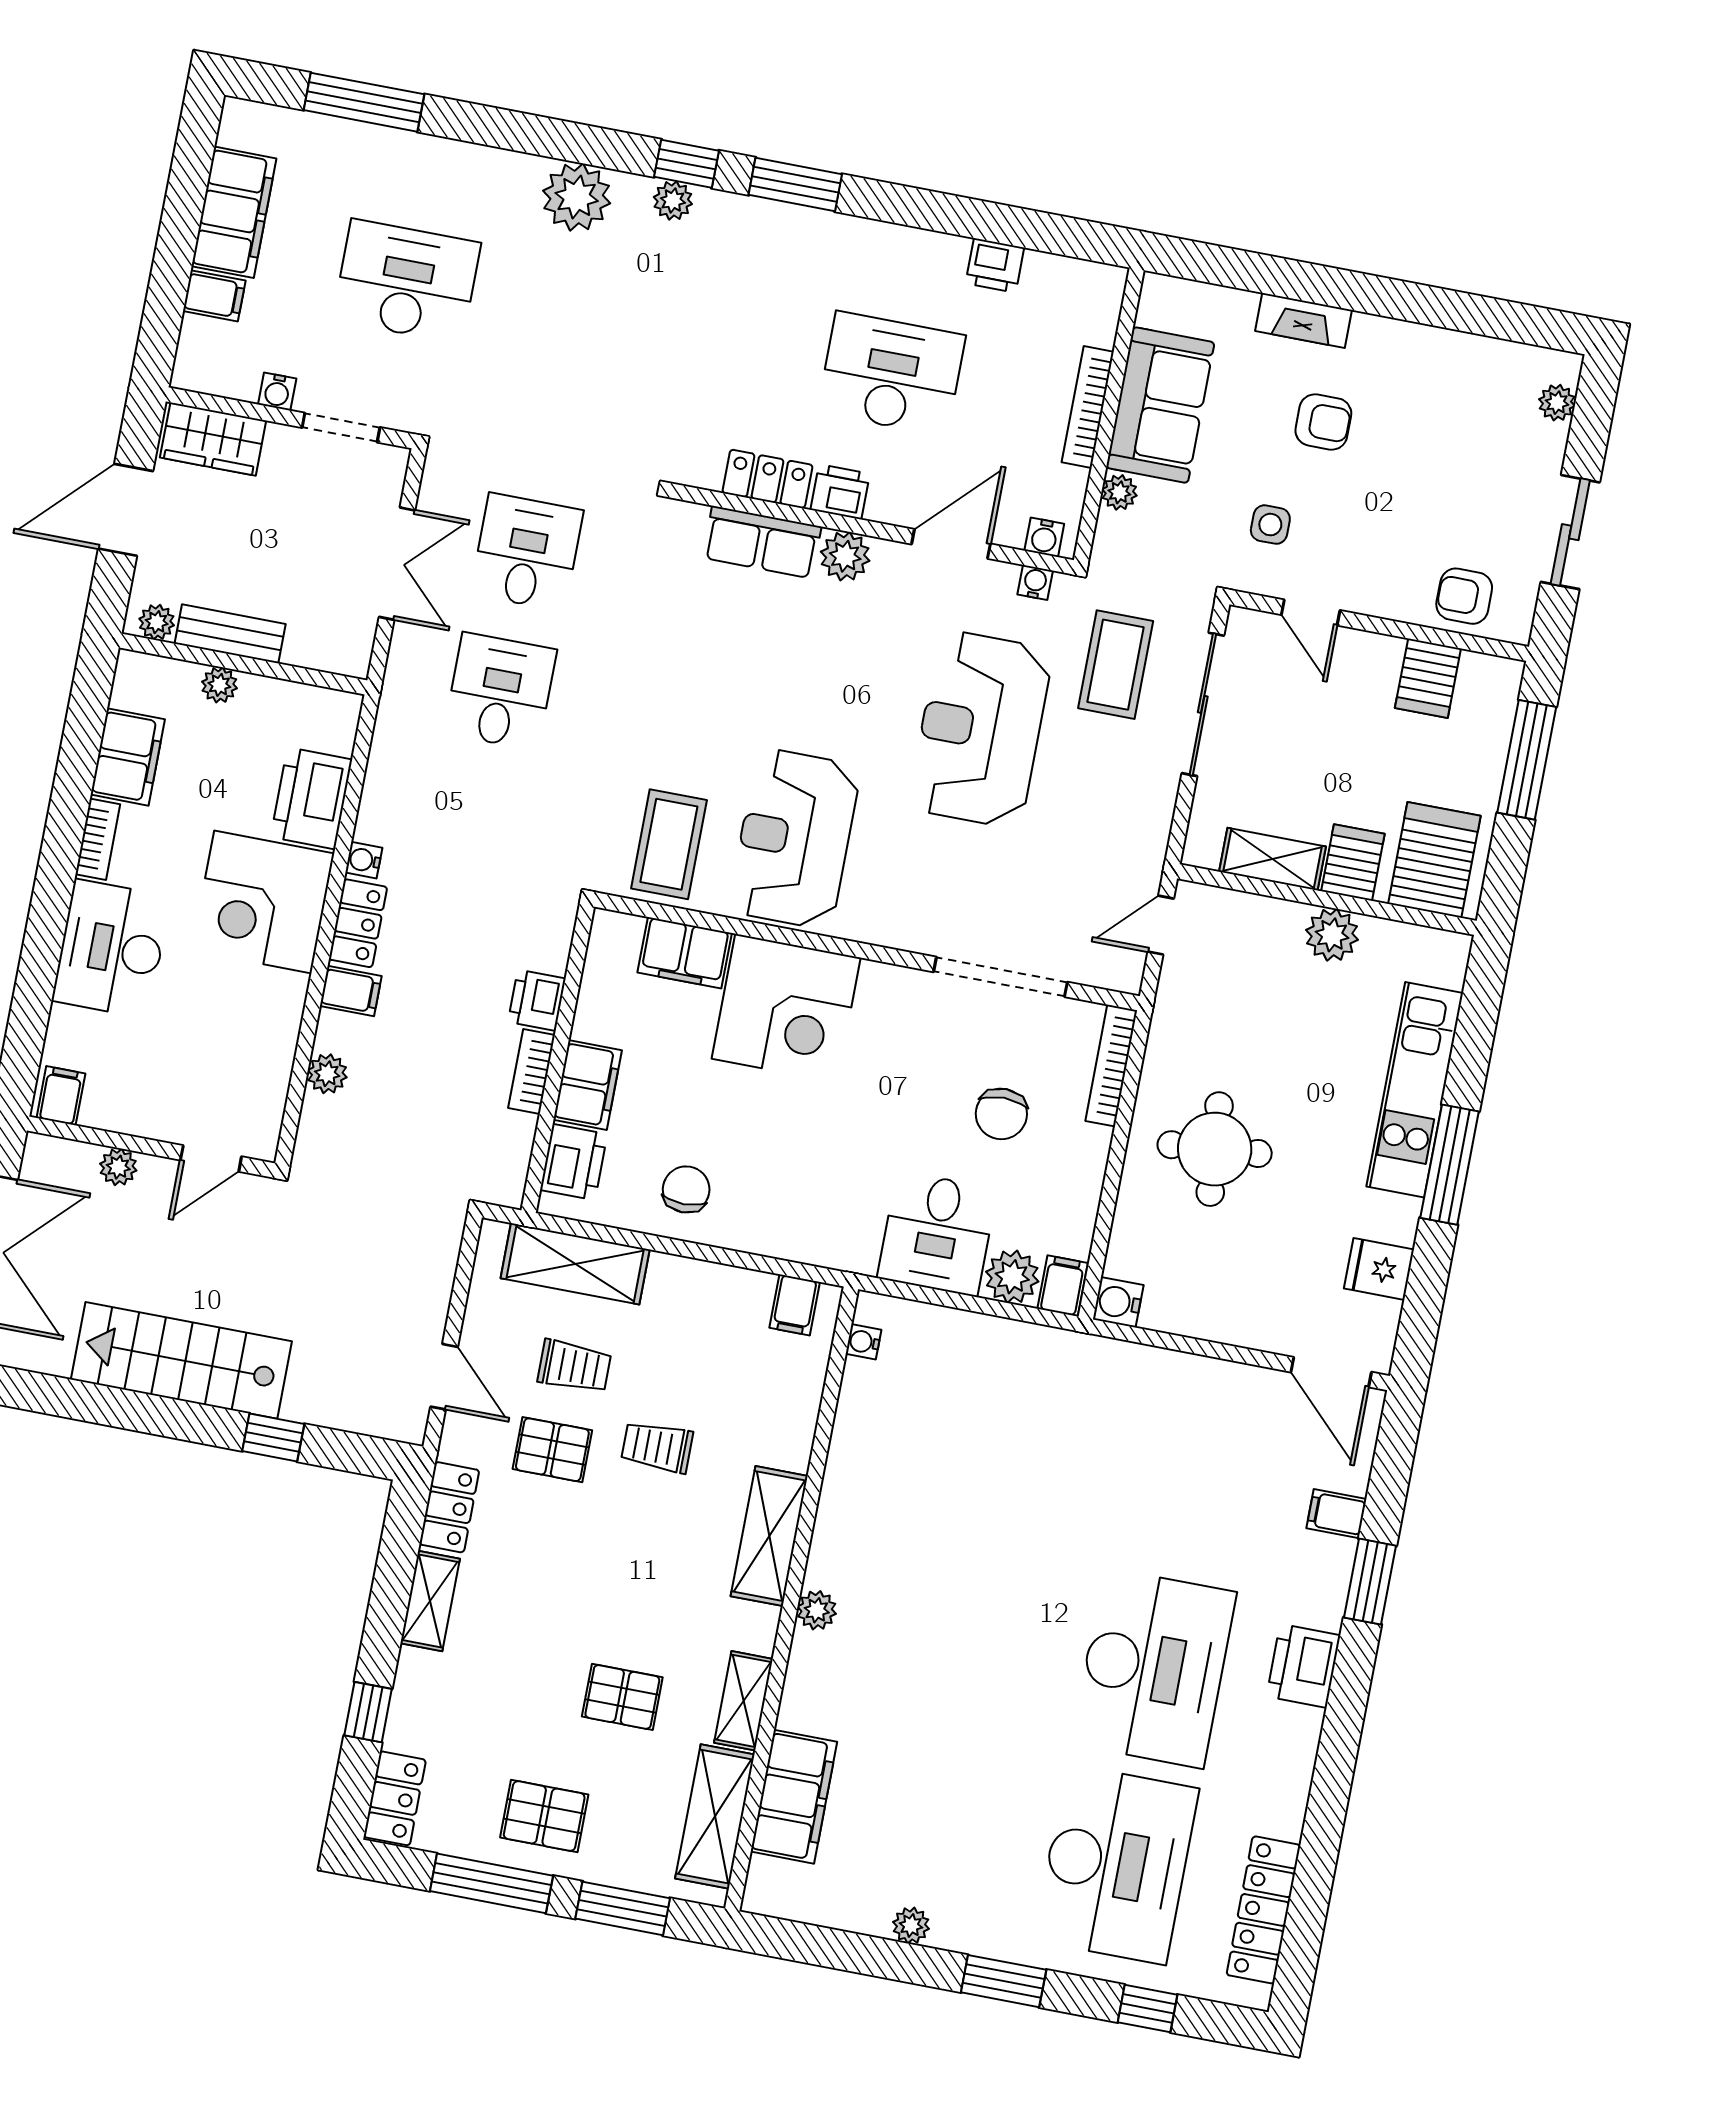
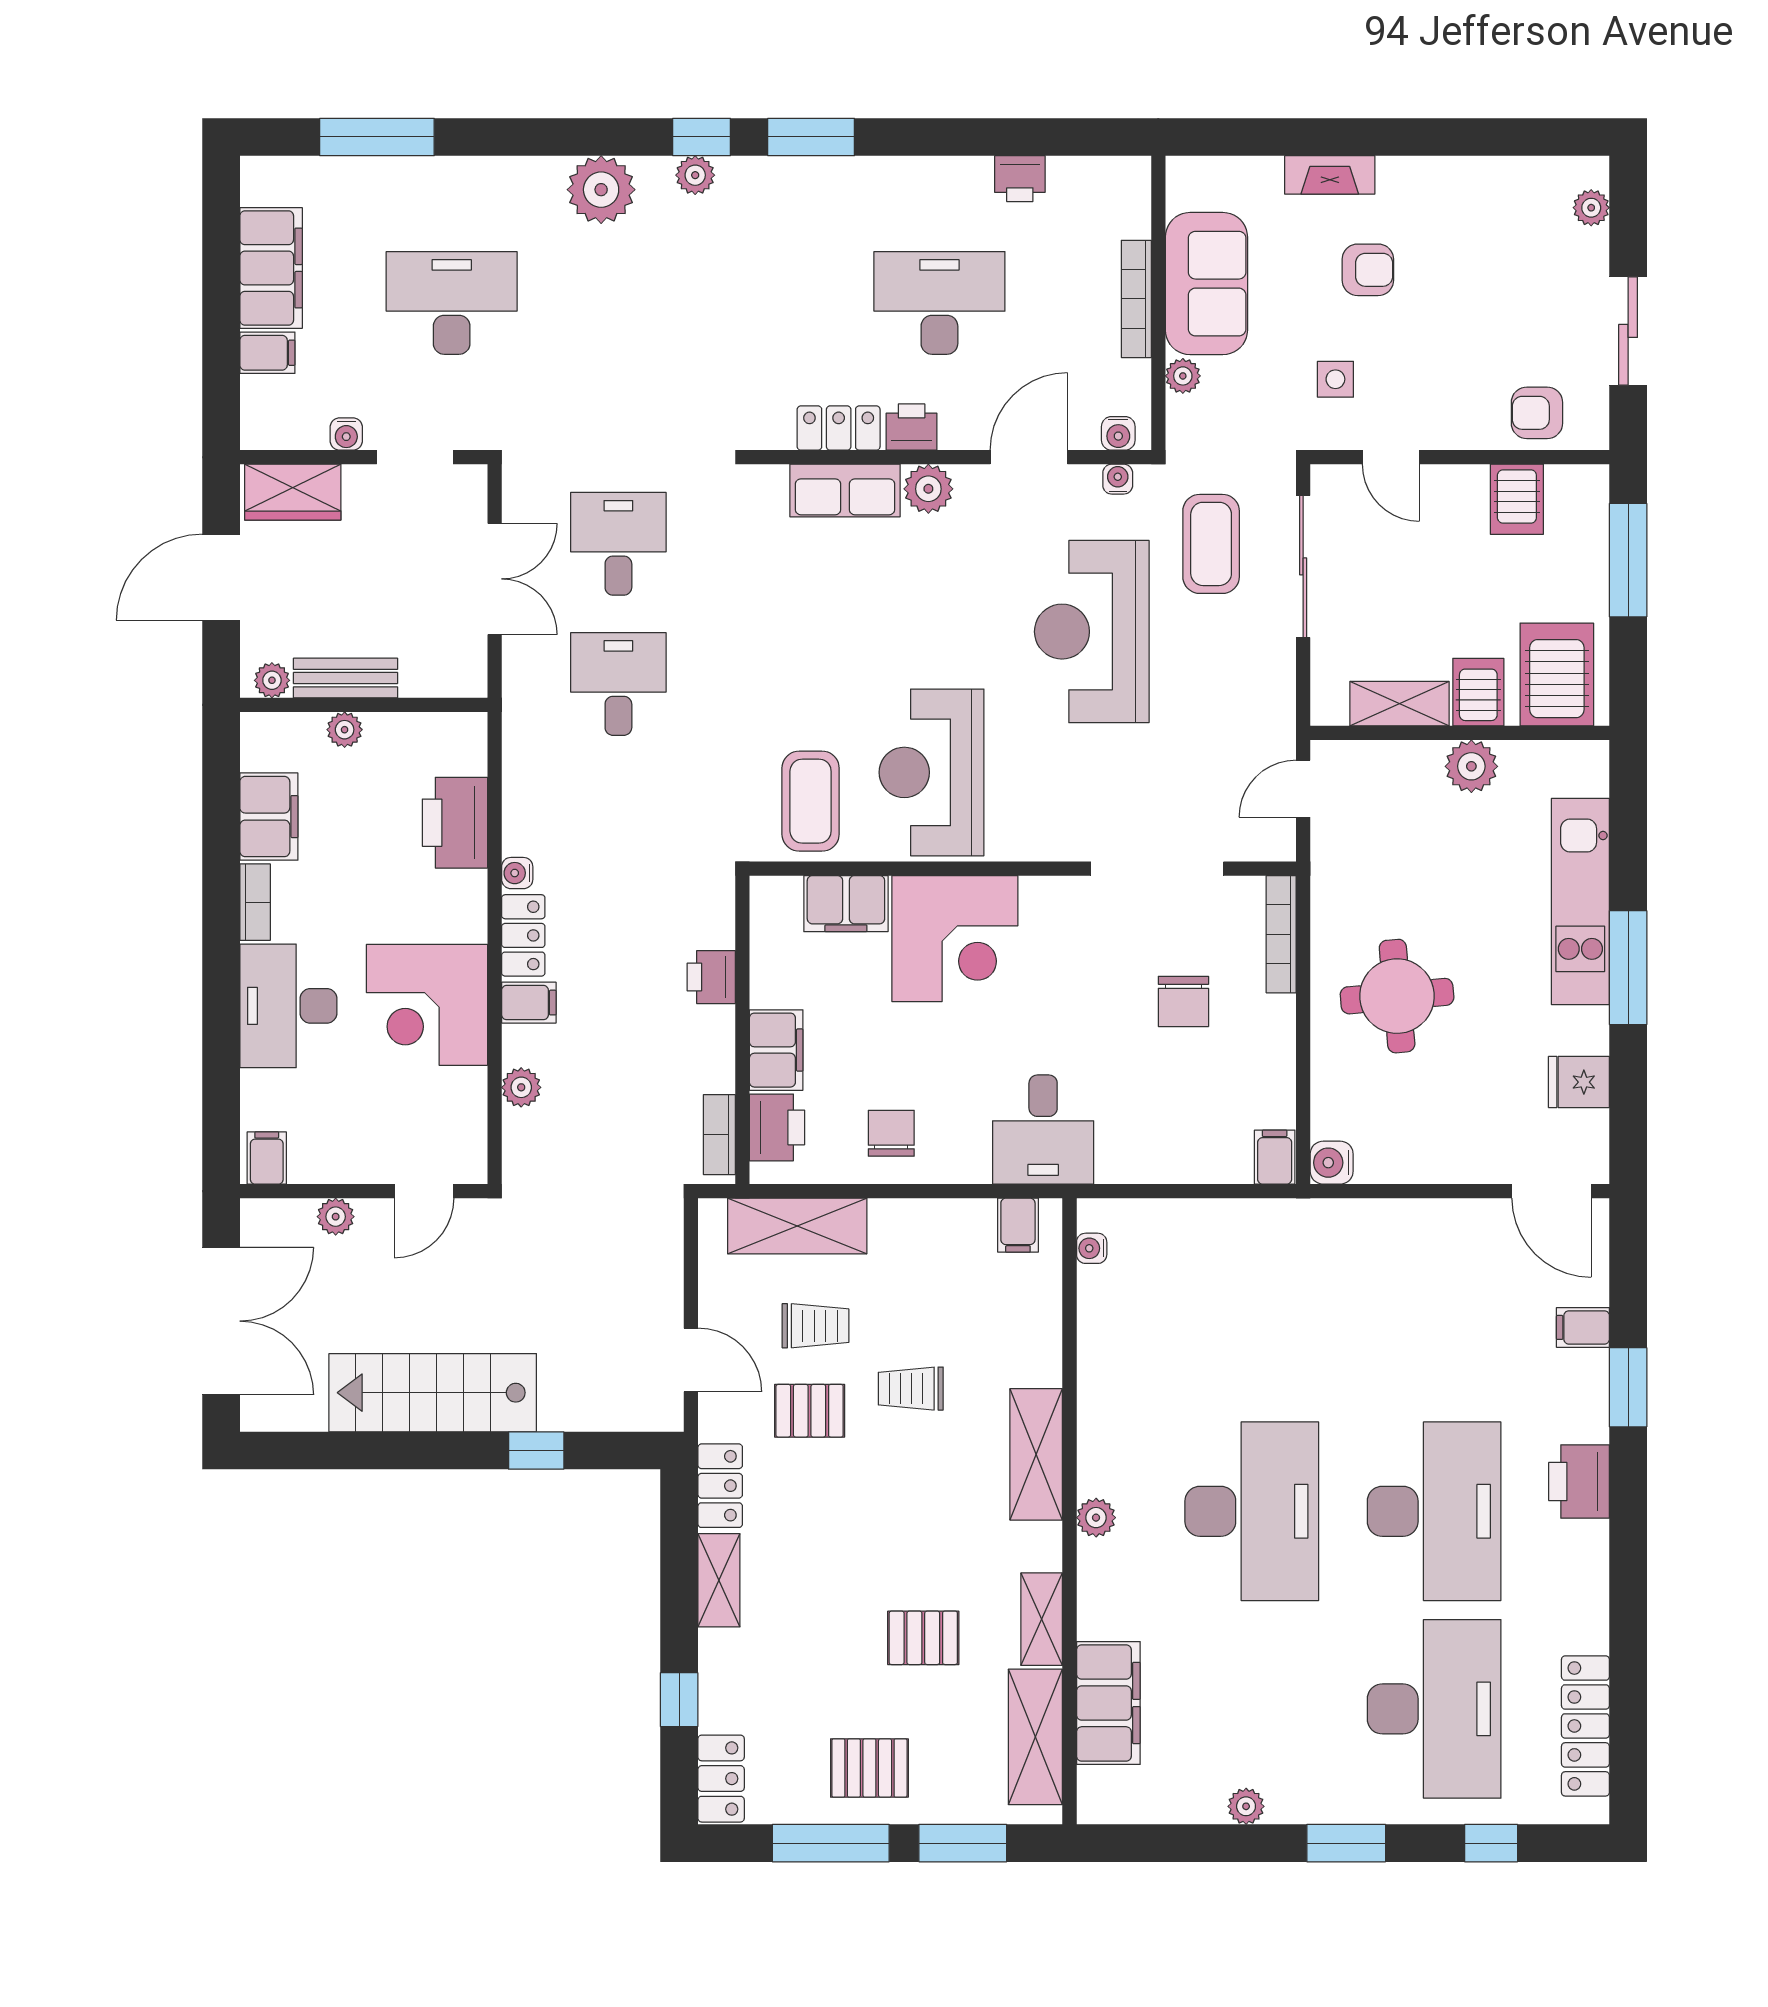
corner desk: (263, 902) -> (427, 1005), moved
bookcase: (532, 1071) -> (719, 1135), moved
desk: (937, 1234) -> (1043, 1130), moved
plant: (1012, 1277) -> (1224, 1157), removed
desk: (973, 1633) -> (1252, 1511), added

